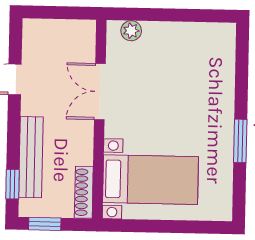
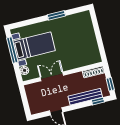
window: (187, 15) -> (12, 50), added
double door: (100, 92) -> (52, 76), swing flipped
bed with nightstands: (151, 180) -> (34, 46), moved, turned 90

